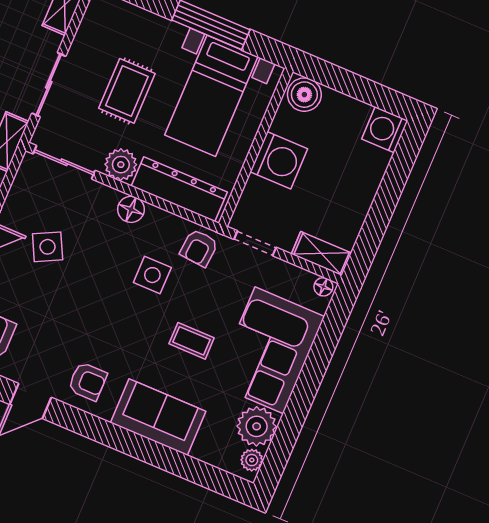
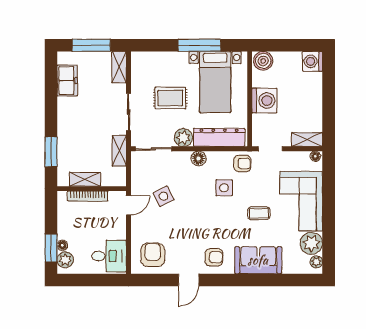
rug: (127, 91) -> (170, 98), turned 90
armchair: (199, 248) -> (242, 163), turned -95

